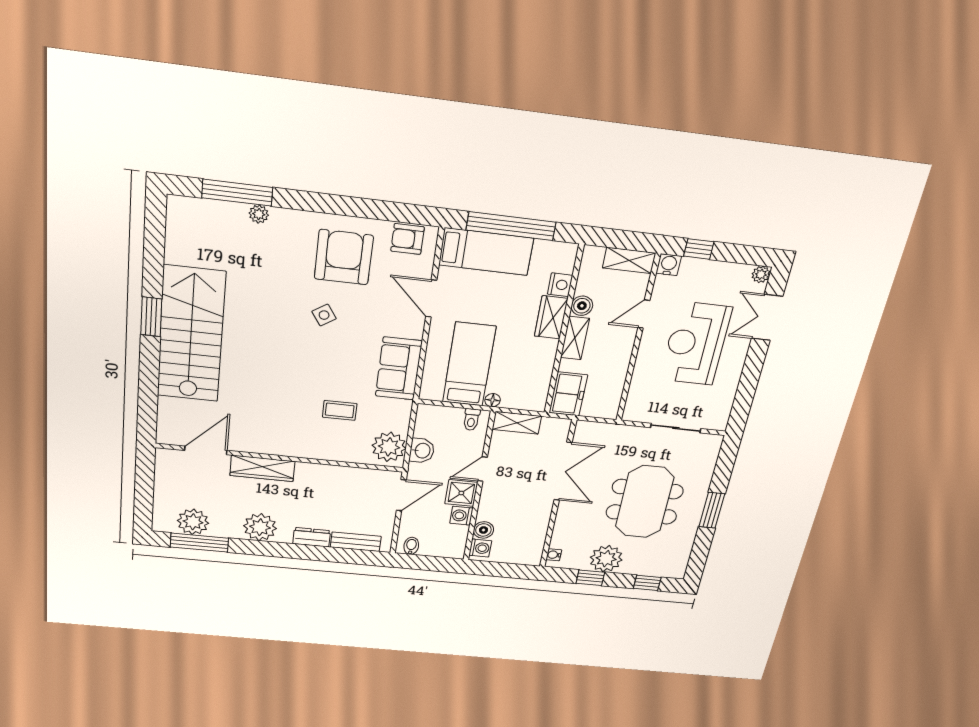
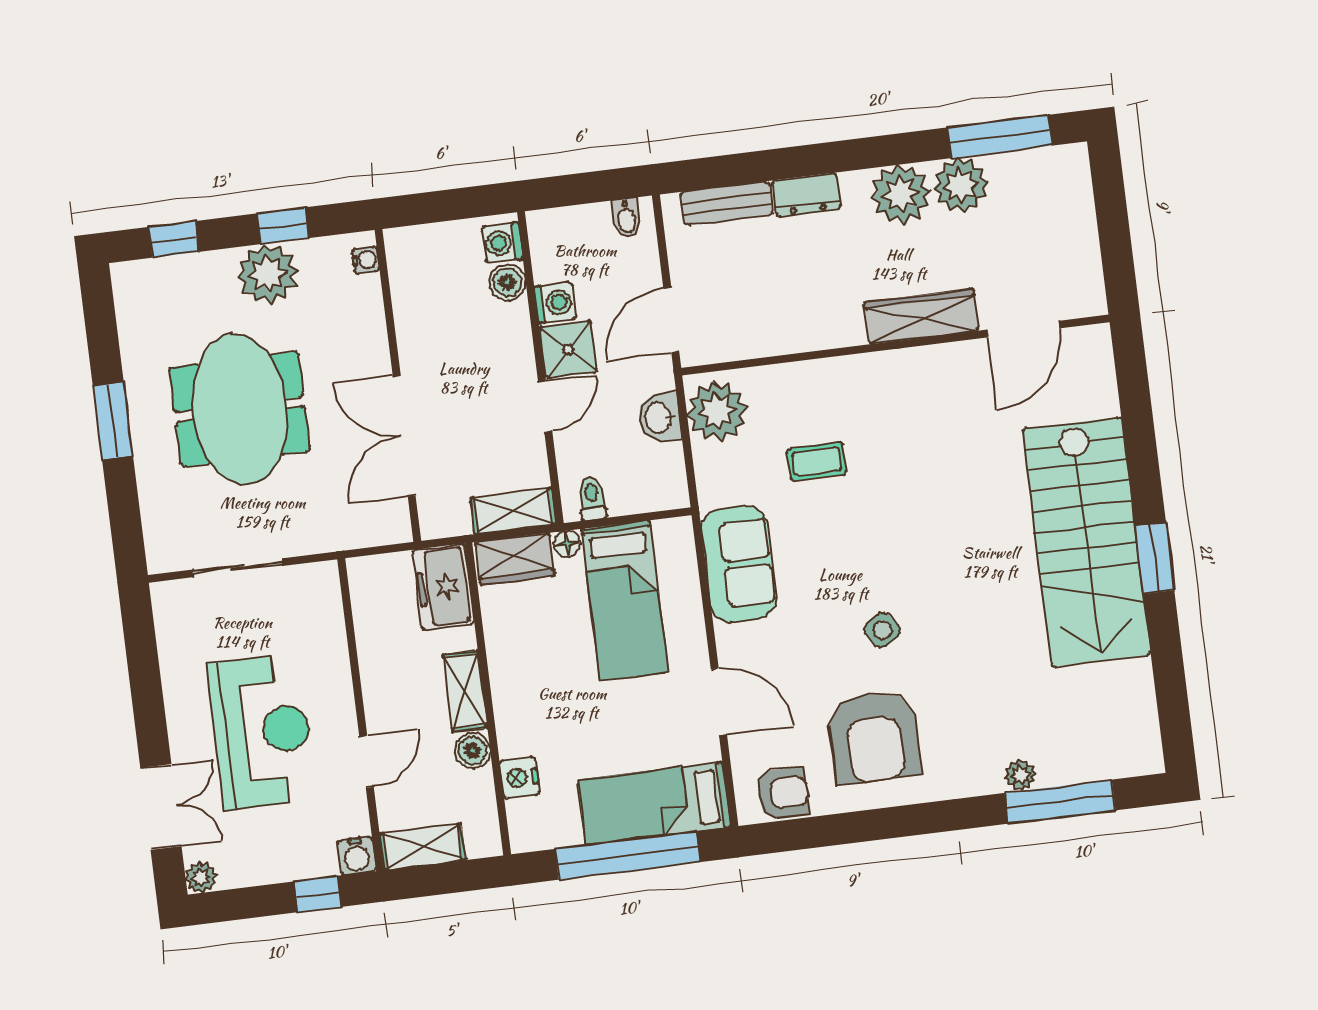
wardrobe: (551, 317) -> (515, 559), moved, turned 90
plant: (193, 522) -> (961, 185), moved

